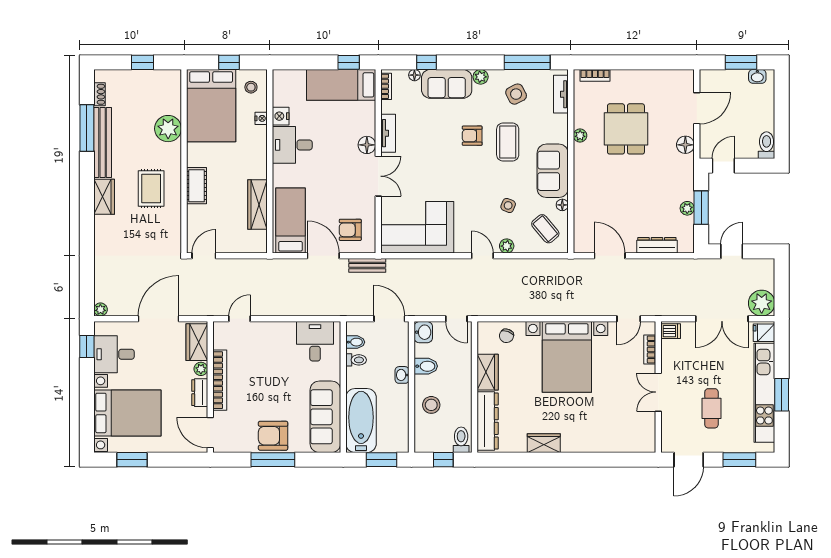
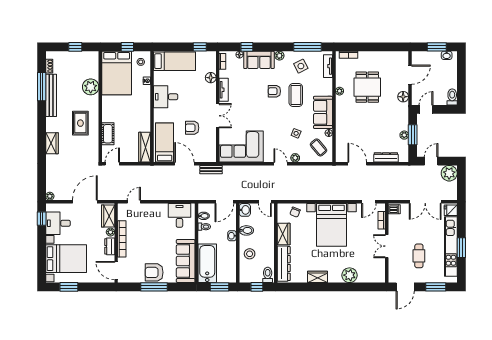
bed: (341, 85) -> (174, 61), moved, turned 180
nightstand: (281, 116) -> (159, 79), removed
floor lamp: (367, 145) -> (211, 78), moved
cot: (197, 186) -> (108, 134), moved
wardrobe: (104, 197) -> (52, 143), moved
wardrobe: (257, 205) -> (145, 147), moved
armchair: (350, 230) -> (192, 128), moved
plant: (762, 303) -> (449, 173), moved
door: (389, 319) -> (224, 202), swing flipped
plant: (597, 440) -> (349, 275), added

